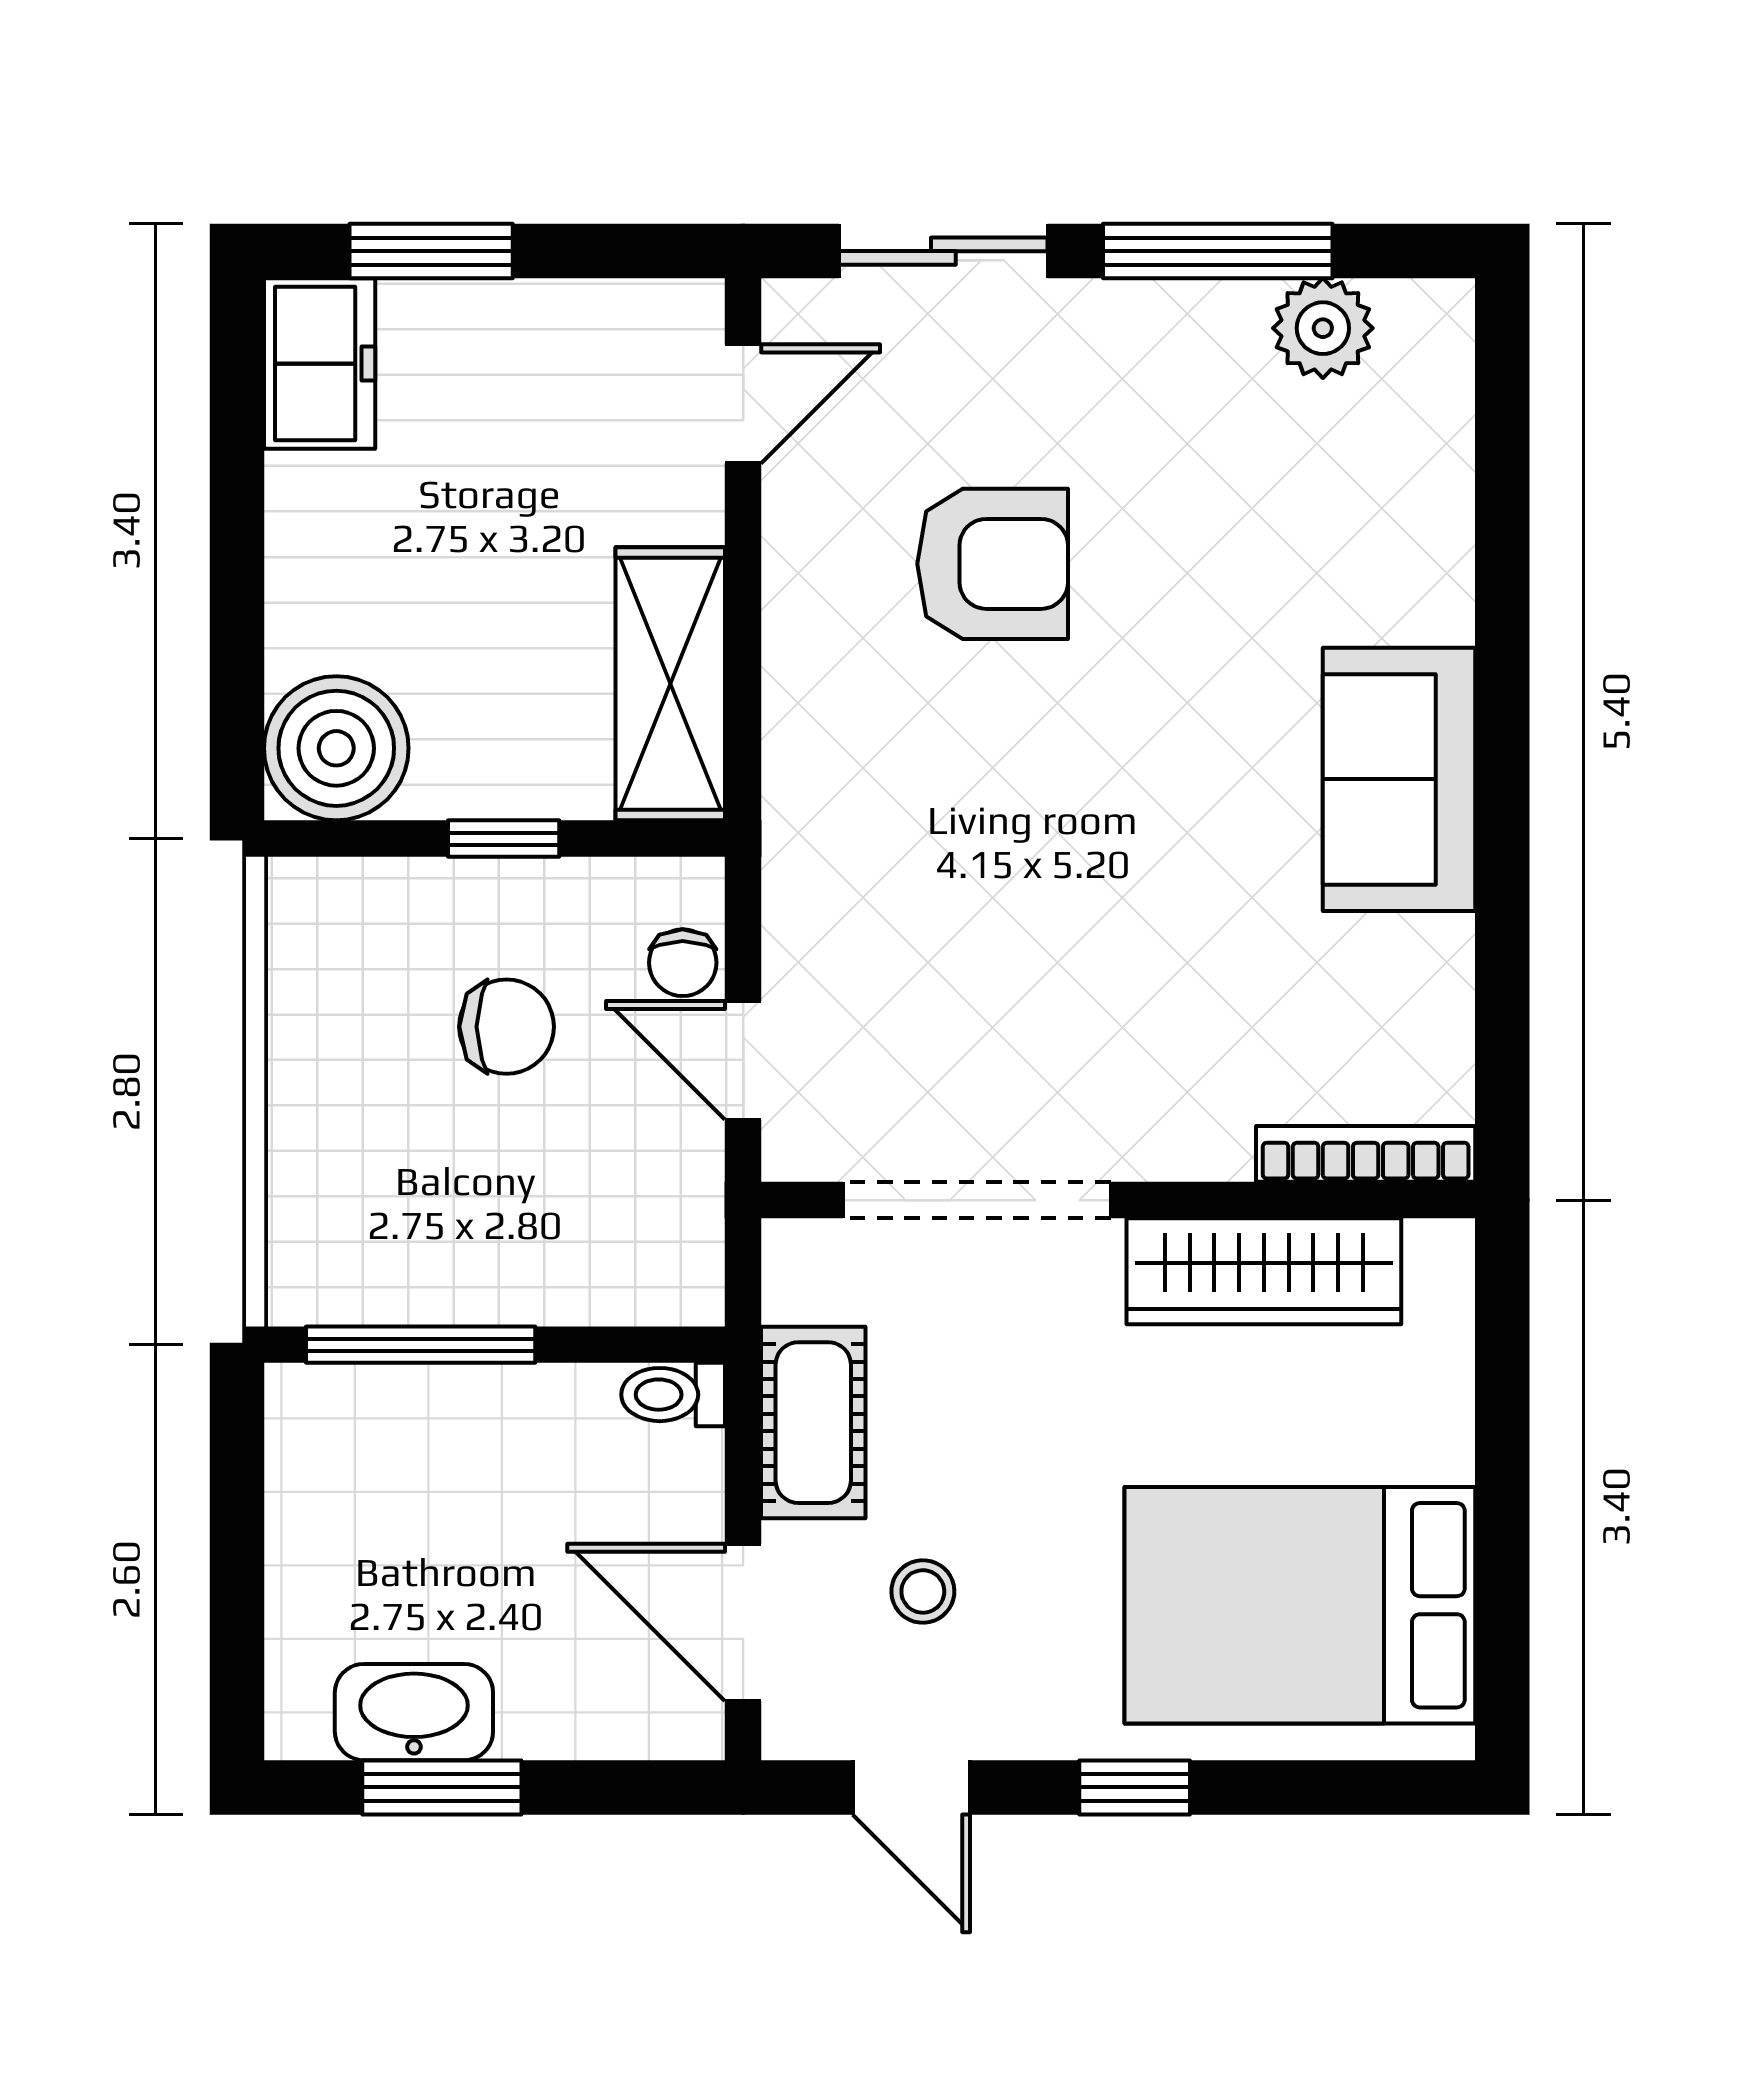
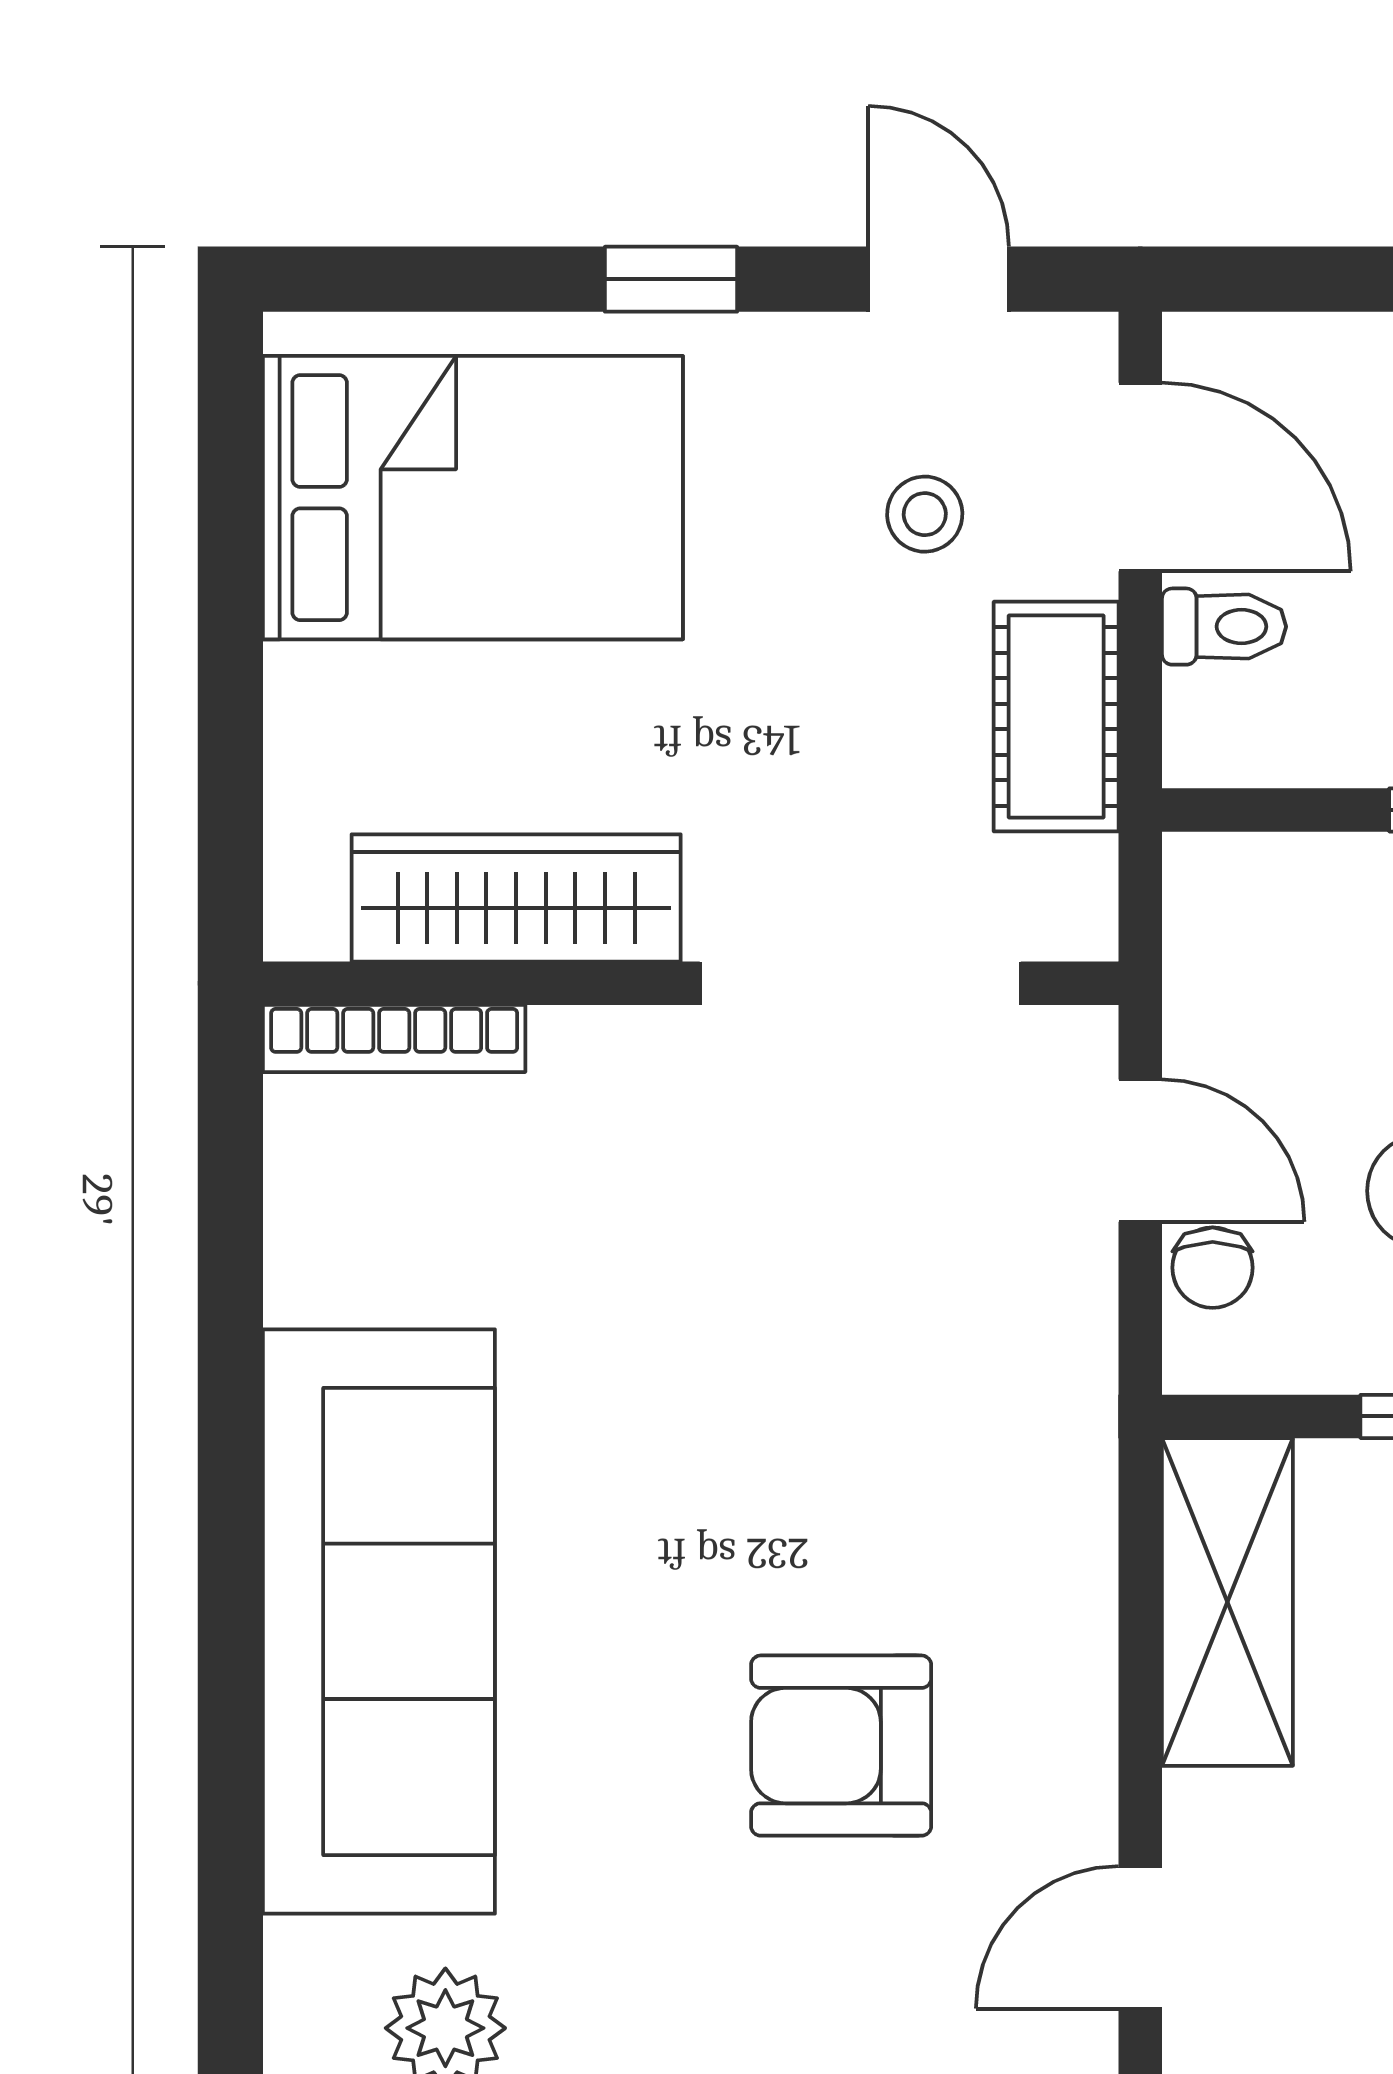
sofa: (1399, 779) -> (379, 1621), width x1.85, depth x1.27
chair: (683, 963) -> (1213, 1268), turned 180
toilet: (673, 1395) -> (1224, 627), moved

